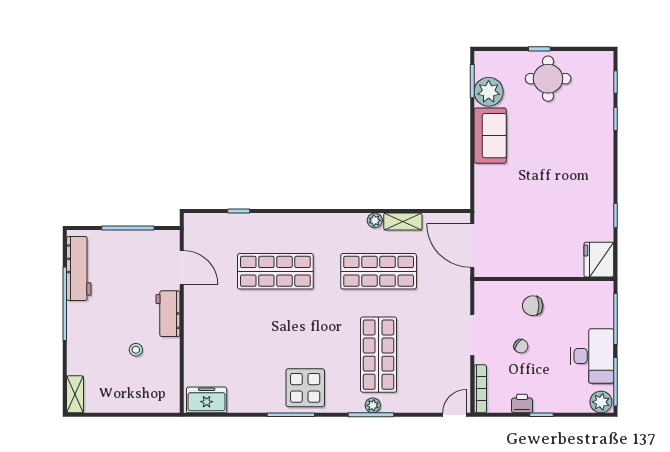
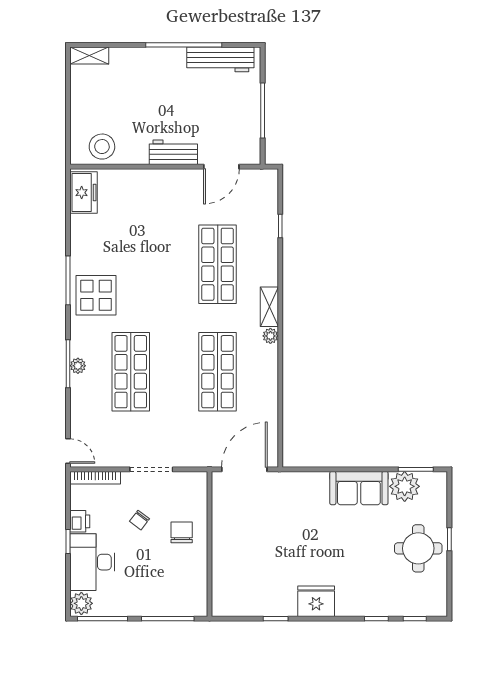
plant: (375, 220) -> (270, 336), moved
shelving: (403, 222) -> (269, 307), moved
fridge: (599, 260) -> (316, 601), moved
stool: (136, 350) -> (102, 147), moved, width x1.89, depth x1.89
shop shelf: (379, 355) -> (131, 372), turned 90
desk: (592, 356) -> (92, 562), moved, turned 90

